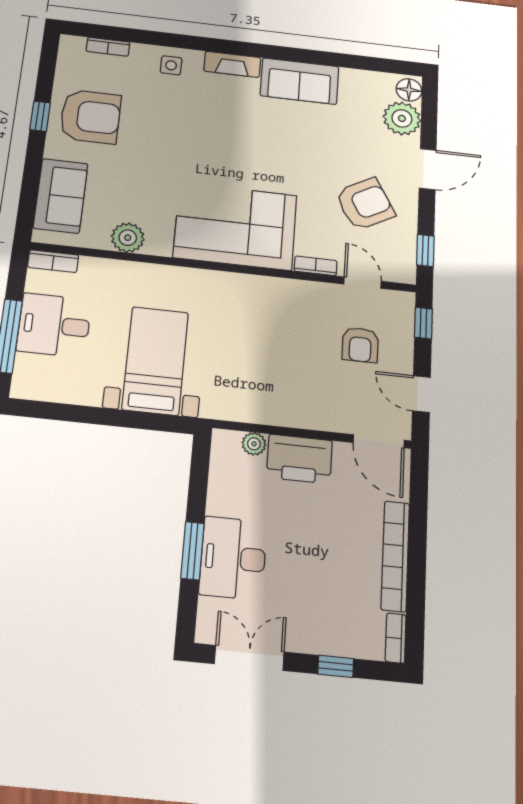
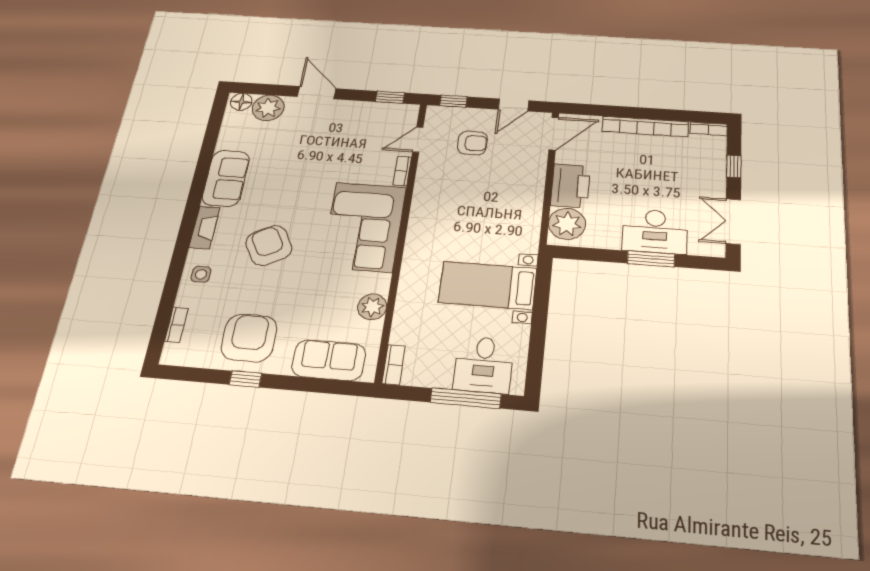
armchair: (365, 204) -> (269, 245), moved
desk: (54, 325) -> (484, 365), moved
plant: (254, 444) -> (567, 224), width x1.87, depth x1.87

